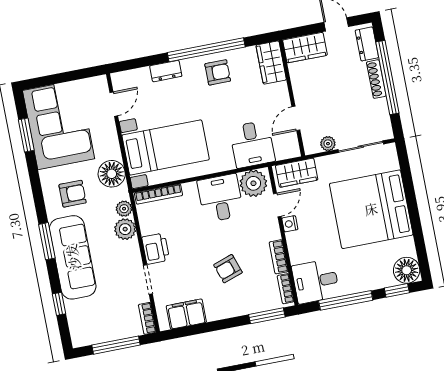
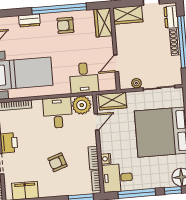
armchair: (218, 72) -> (65, 25), turned 180
nightstand: (290, 224) -> (106, 159), moved

